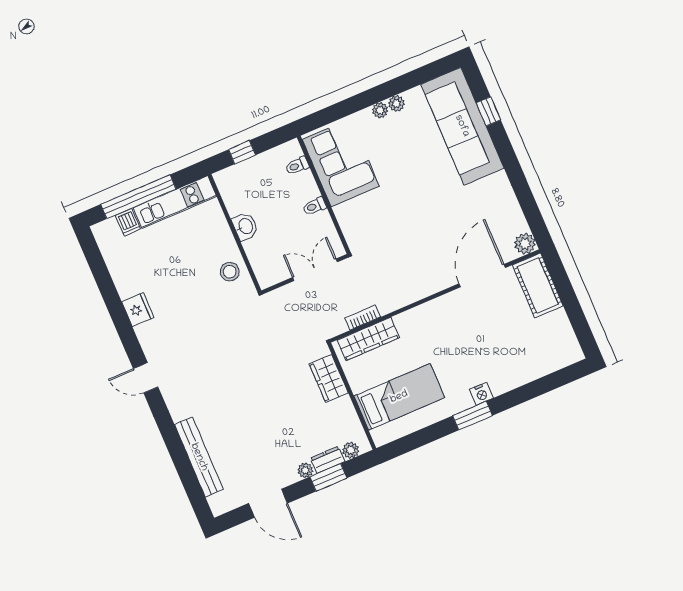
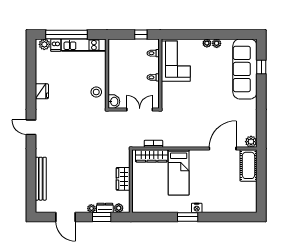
window: (242, 152) -> (141, 35), moved
washbasin: (245, 226) -> (114, 102), moved
plant: (109, 229) -> (44, 44), added
wardrobe: (329, 378) -> (123, 179), moved
bed: (399, 397) -> (179, 172), moved, turned 90

